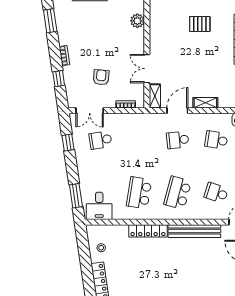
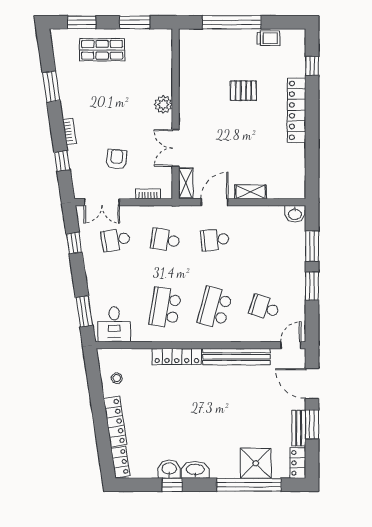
plant: (137, 21) -> (163, 104), moved
school desk: (216, 140) -> (165, 240), moved

